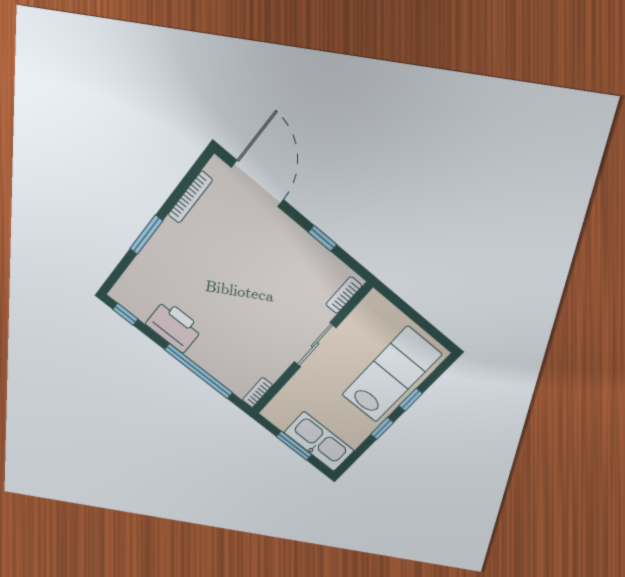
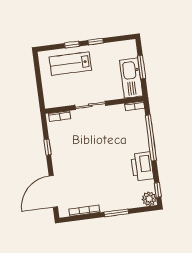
plant: (124, 293) -> (149, 199), added
lab bench: (391, 375) -> (70, 64), width x0.73, depth x0.72
kitchen sink: (319, 442) -> (131, 78), moved

